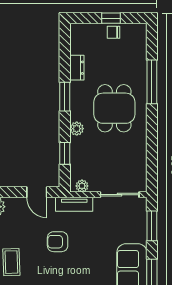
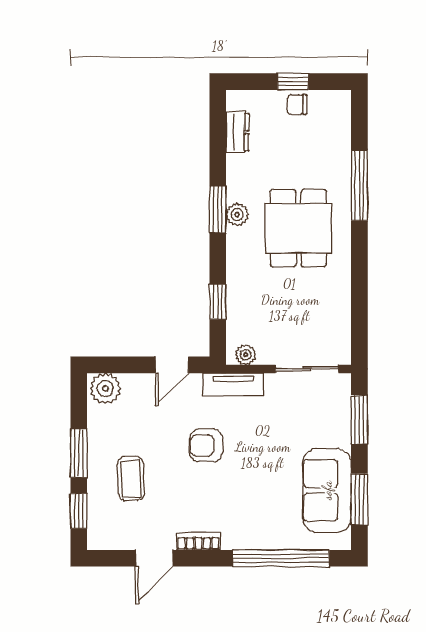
dresser: (77, 68) -> (237, 132), moved
plant: (77, 129) -> (237, 215), moved
door: (37, 192) -> (172, 365), hinge flipped

